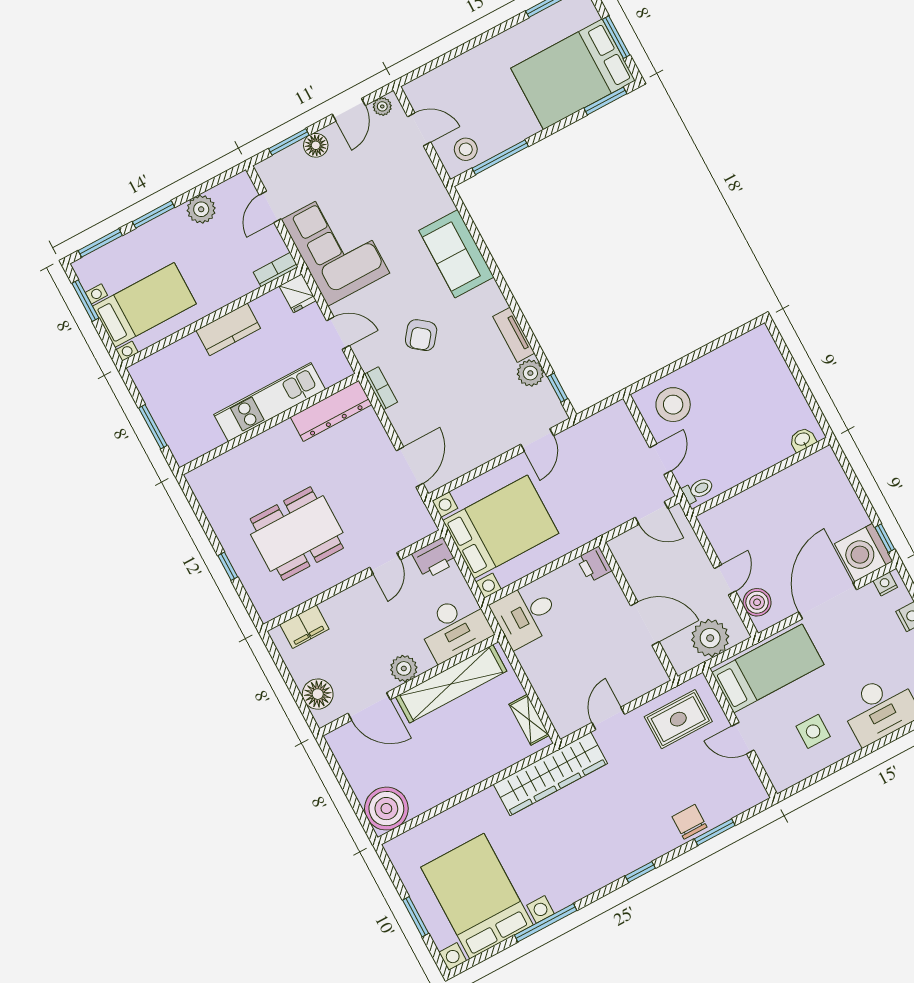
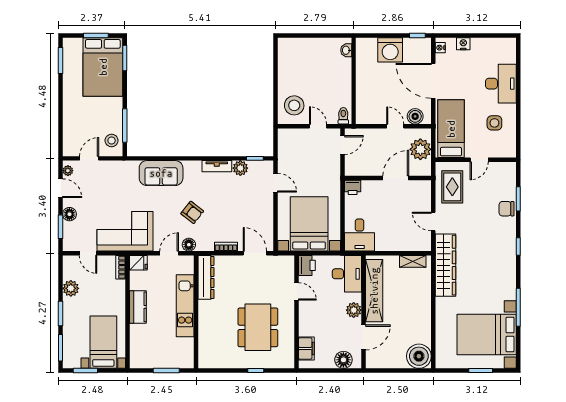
floor lamp: (368, 357) -> (189, 245), added
bookcase: (381, 388) -> (226, 247), moved
washing machine: (864, 553) -> (390, 50), moved

